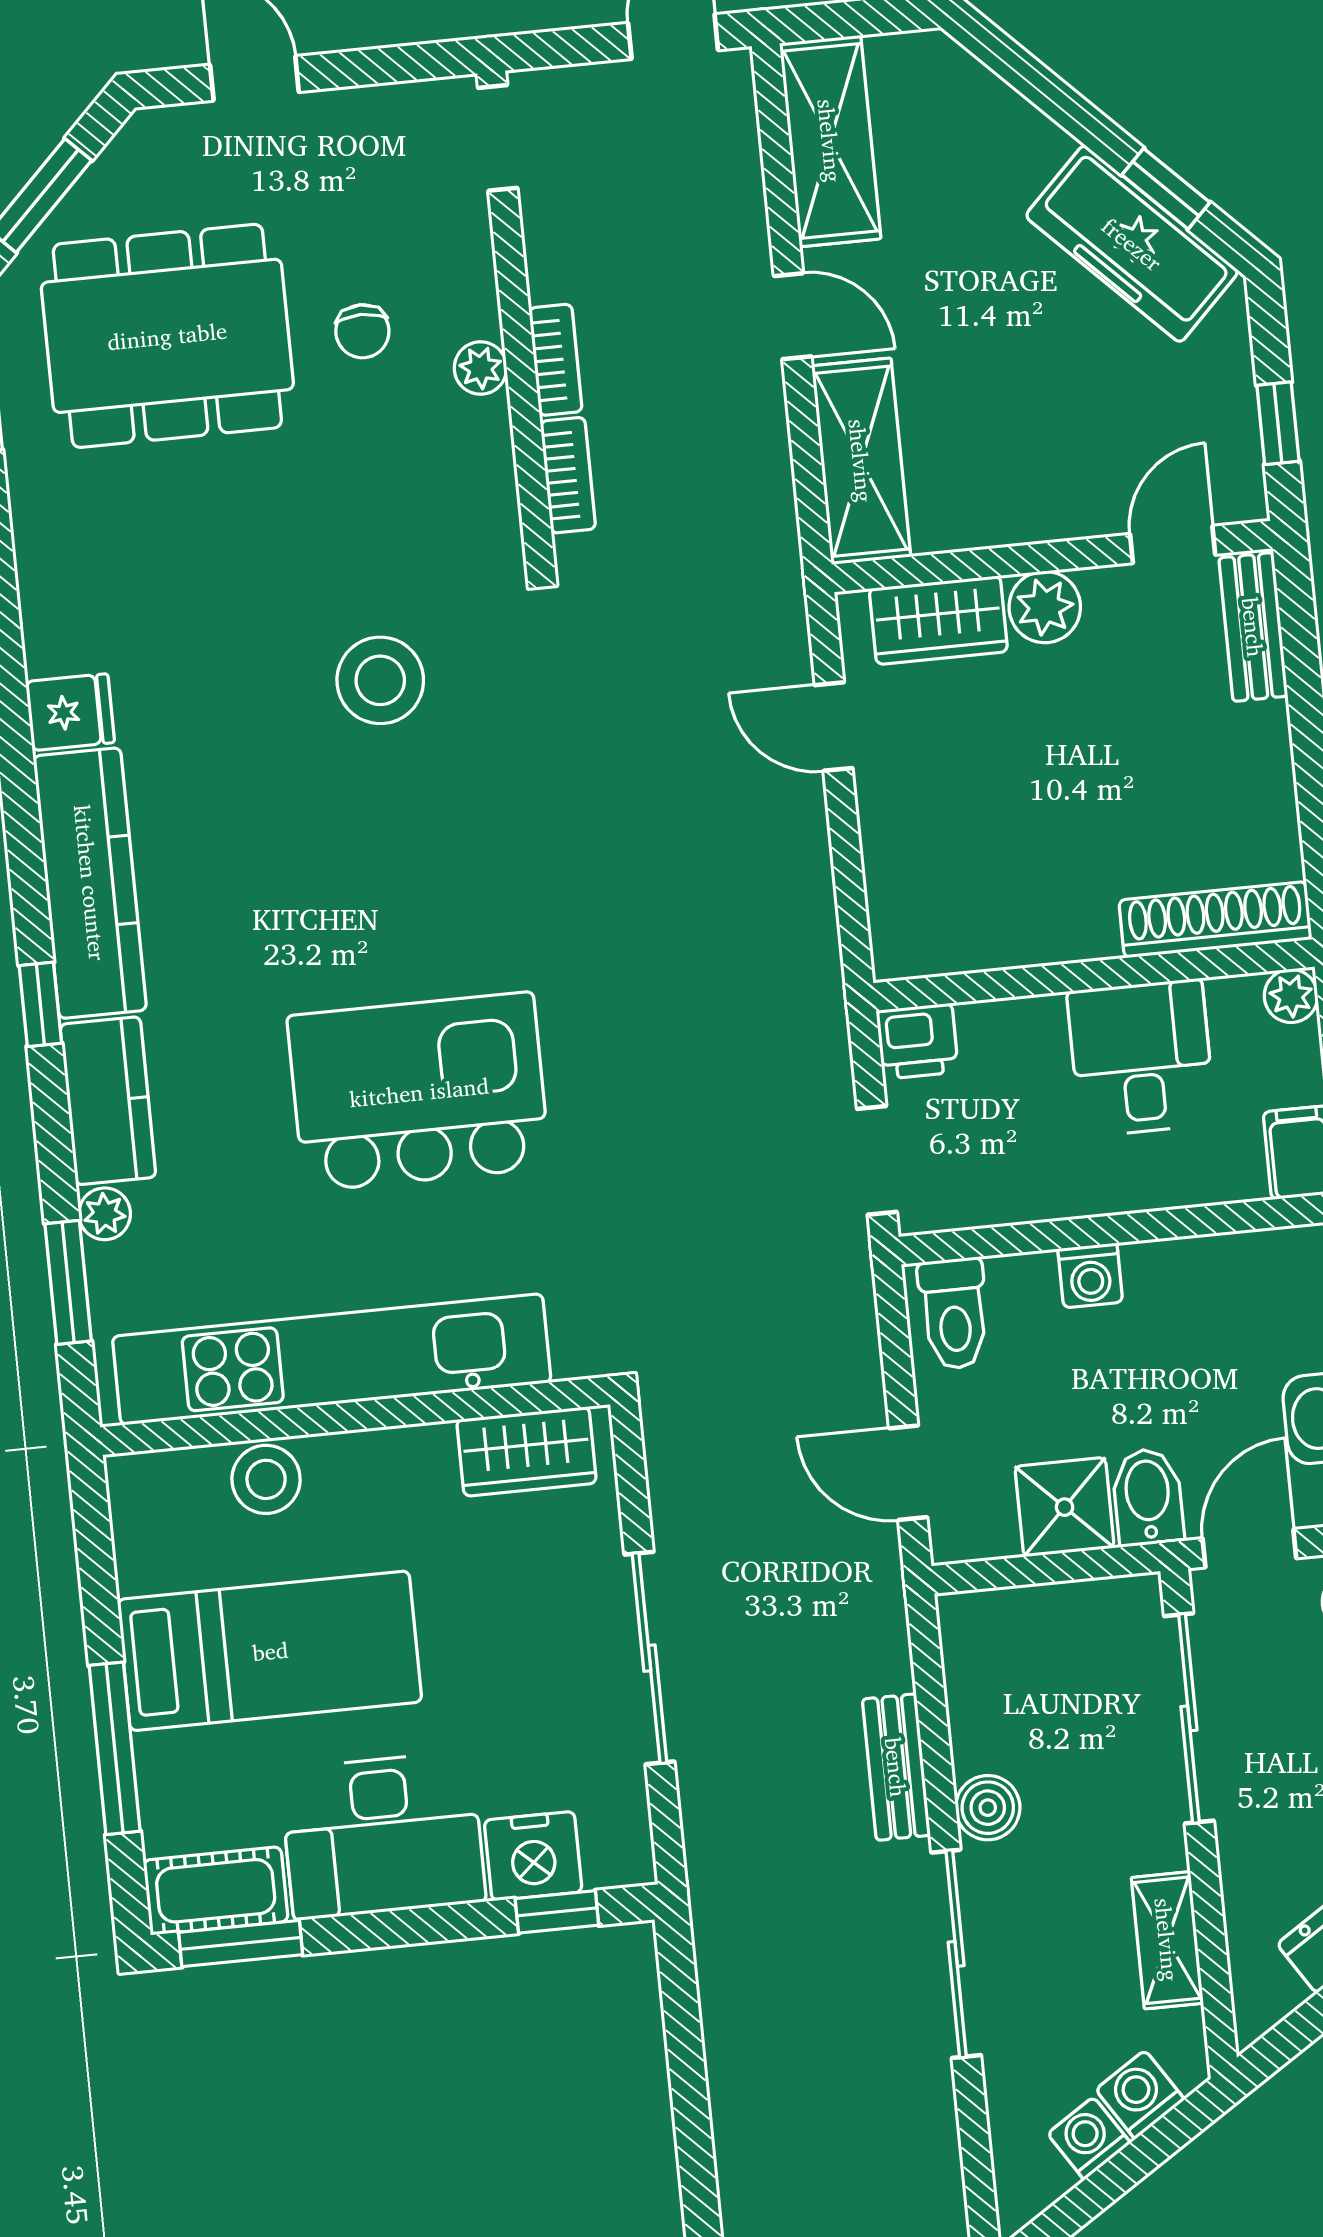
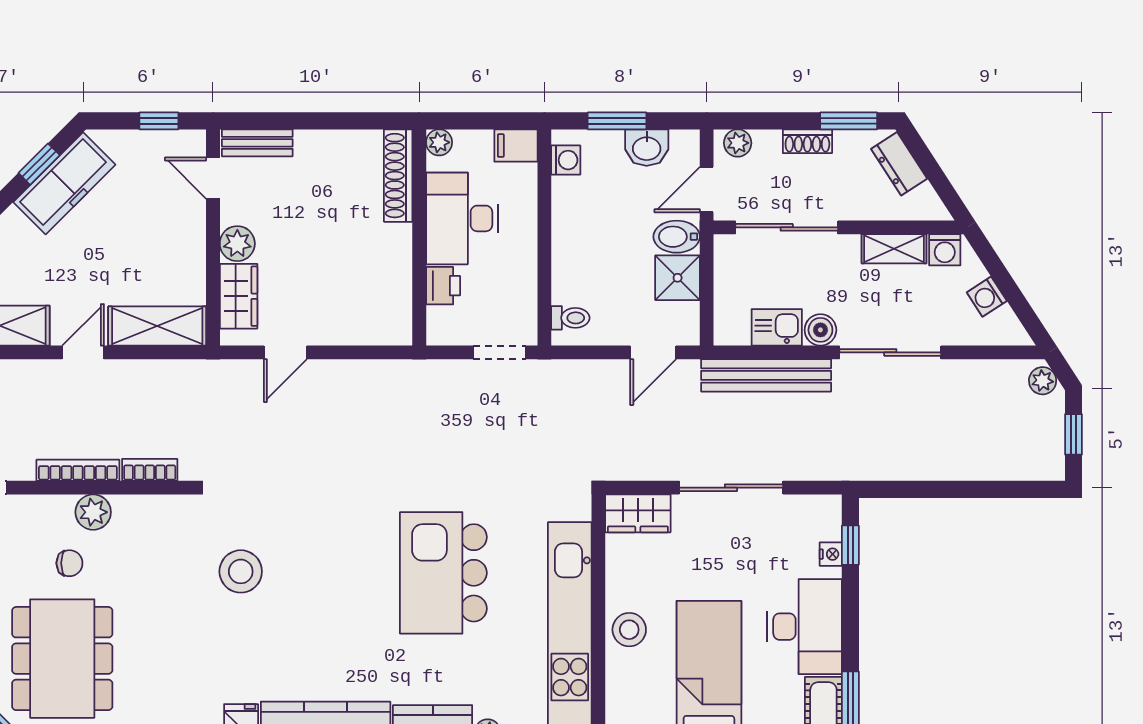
bookcase: (556, 360) -> (78, 470), width x1.56
plant: (481, 368) -> (93, 512), width x1.38, depth x1.38
printer: (917, 1041) -> (443, 286), moved
desk: (1141, 1058) -> (462, 218), width x1.37
washing machine: (1090, 1275) -> (566, 160), moved
toilet: (954, 1314) -> (570, 318), width x0.73, depth x0.72
wardrobe: (527, 1451) -> (638, 513), moved, turned 90
stool: (266, 1479) -> (629, 630), moved
door: (1249, 1548) -> (707, 190), hinge flipped
kitchen sink: (984, 1718) -> (777, 327), added
bench: (896, 1767) -> (766, 375), width x1.86, depth x1.21
nightstand: (533, 1856) -> (831, 554), width x0.53, depth x0.56
washing machine: (1140, 2095) -> (945, 250), moved, turned -57

